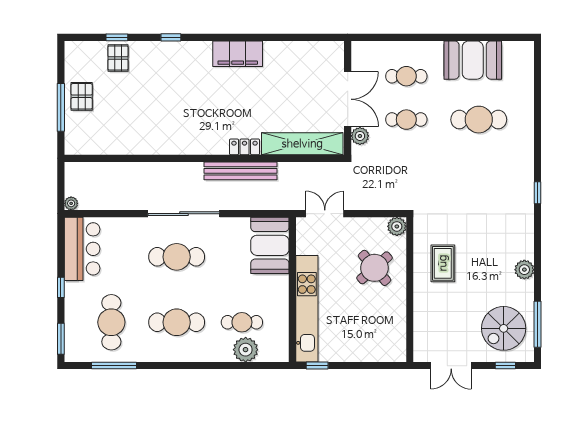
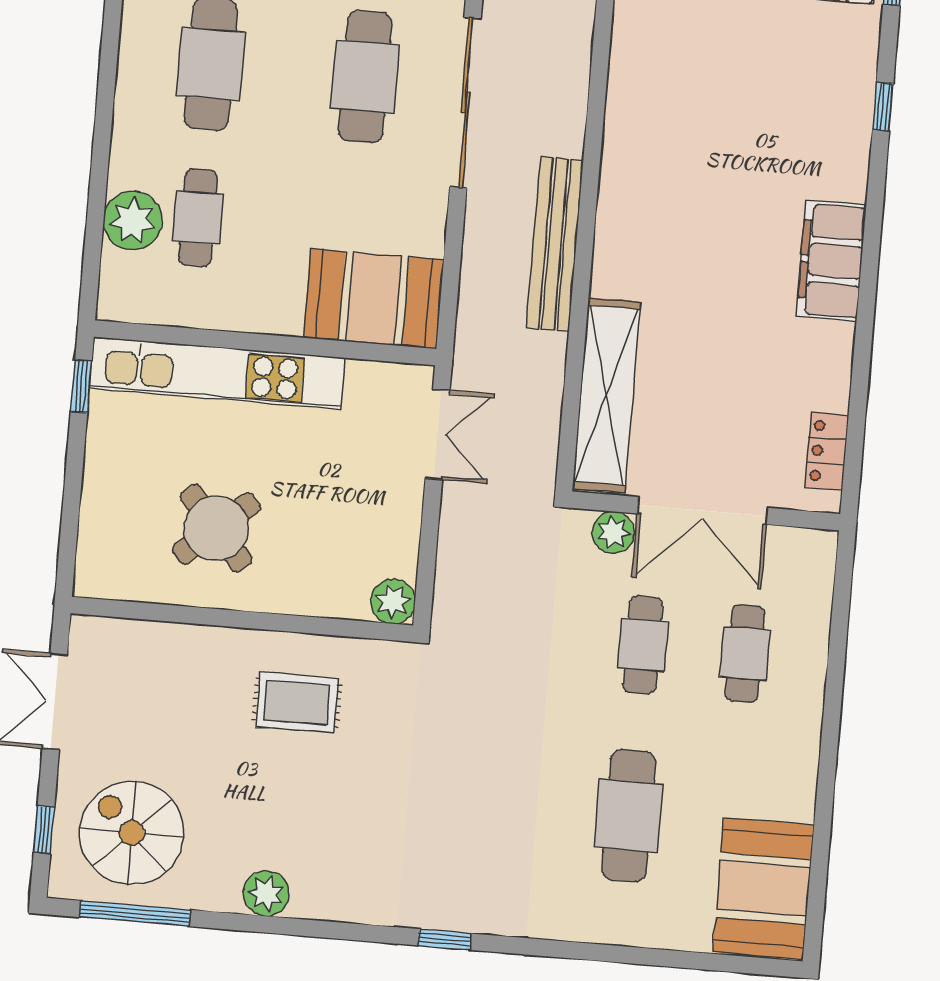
booth: (473, 60) -> (764, 888), moved
locker: (245, 147) -> (827, 451), moved, turned 180
round table: (374, 268) -> (216, 528), moved

